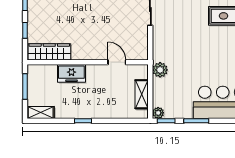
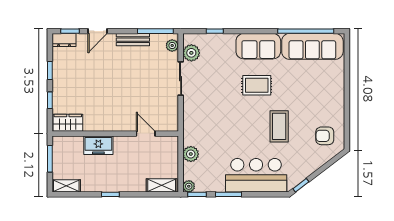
wardrobe: (49, 52) -> (68, 123), width x0.67
plant: (160, 70) -> (191, 154), moved
shelving: (142, 94) -> (162, 185), moved, turned 90

